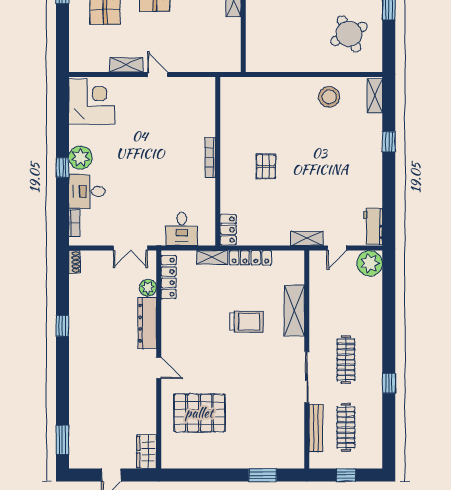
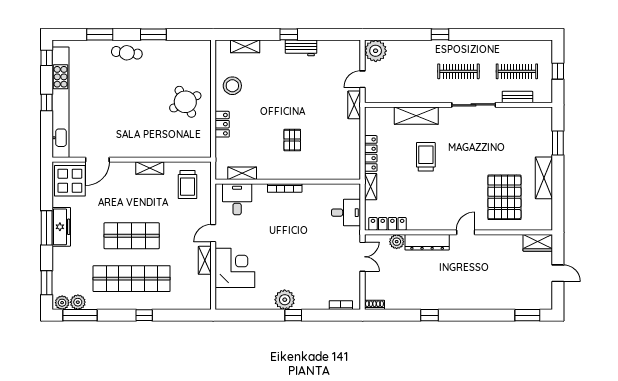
round table: (349, 34) -> (185, 102), moved
trolley: (214, 45) -> (187, 185), added
shelving: (375, 96) -> (245, 46), moved
corner desk: (92, 101) -> (235, 268), moved, turned 90
shelving: (228, 108) -> (242, 173), added
window: (389, 142) -> (289, 34), moved
pallet: (266, 166) -> (292, 140), turned 90
desk: (87, 191) -> (237, 199), moved, turned 180
workbench: (373, 226) -> (301, 48), moved
locker: (228, 230) -> (222, 124), moved, turned 90
door: (337, 248) -> (363, 79), swing flipped
window: (389, 383) -> (440, 34), moved
bench: (316, 428) -> (517, 97), width x0.73
shelving: (222, 459) -> (544, 178), added

